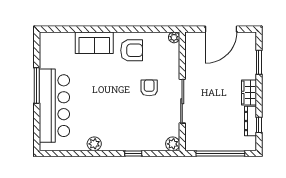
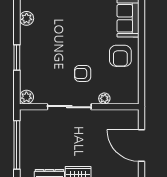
plant: (174, 37) -> (104, 98), moved
armchair: (149, 88) -> (83, 73), turned 180
window: (133, 153) -> (17, 57), width x1.50

